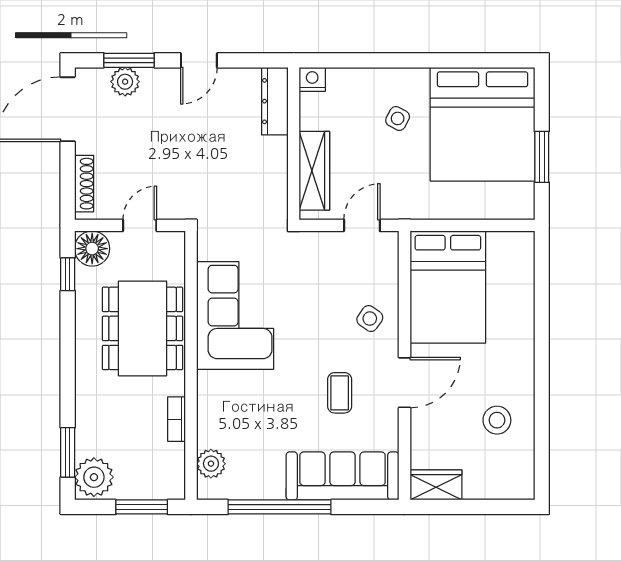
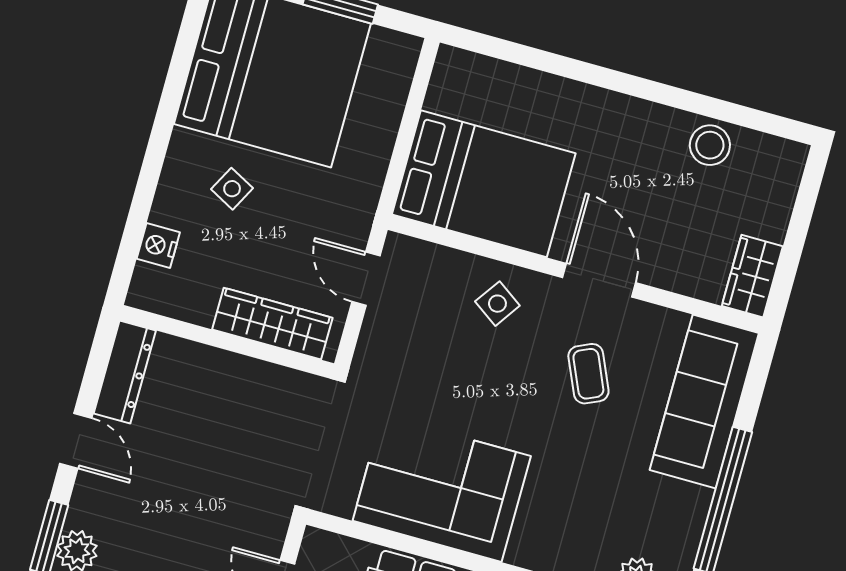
nightstand: (312, 79) -> (158, 245), moved
dresser: (275, 101) -> (125, 372), moved, turned -90
coffee table: (340, 393) -> (588, 374), turned 66
stool: (497, 420) -> (710, 145), moved

